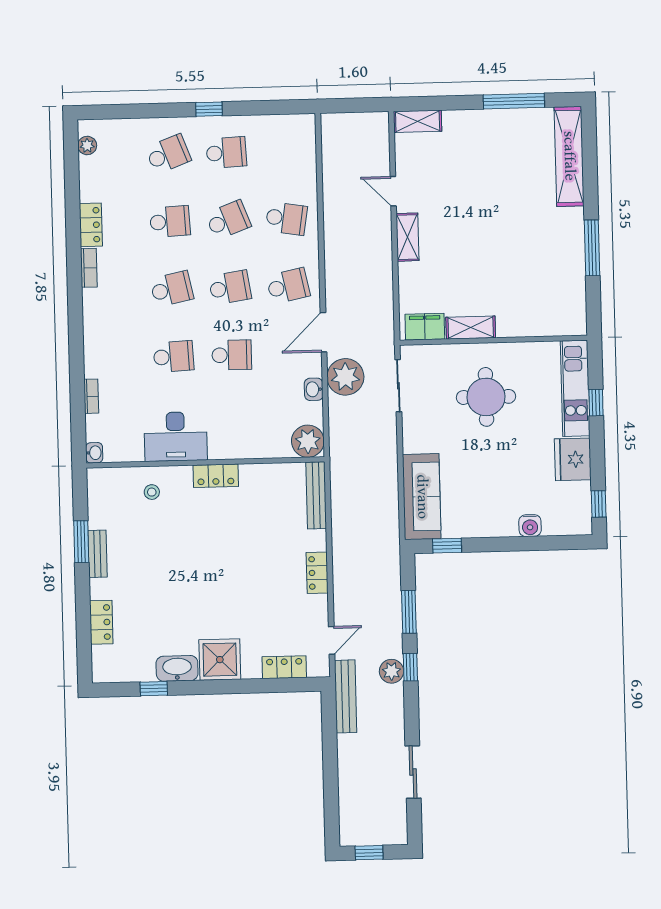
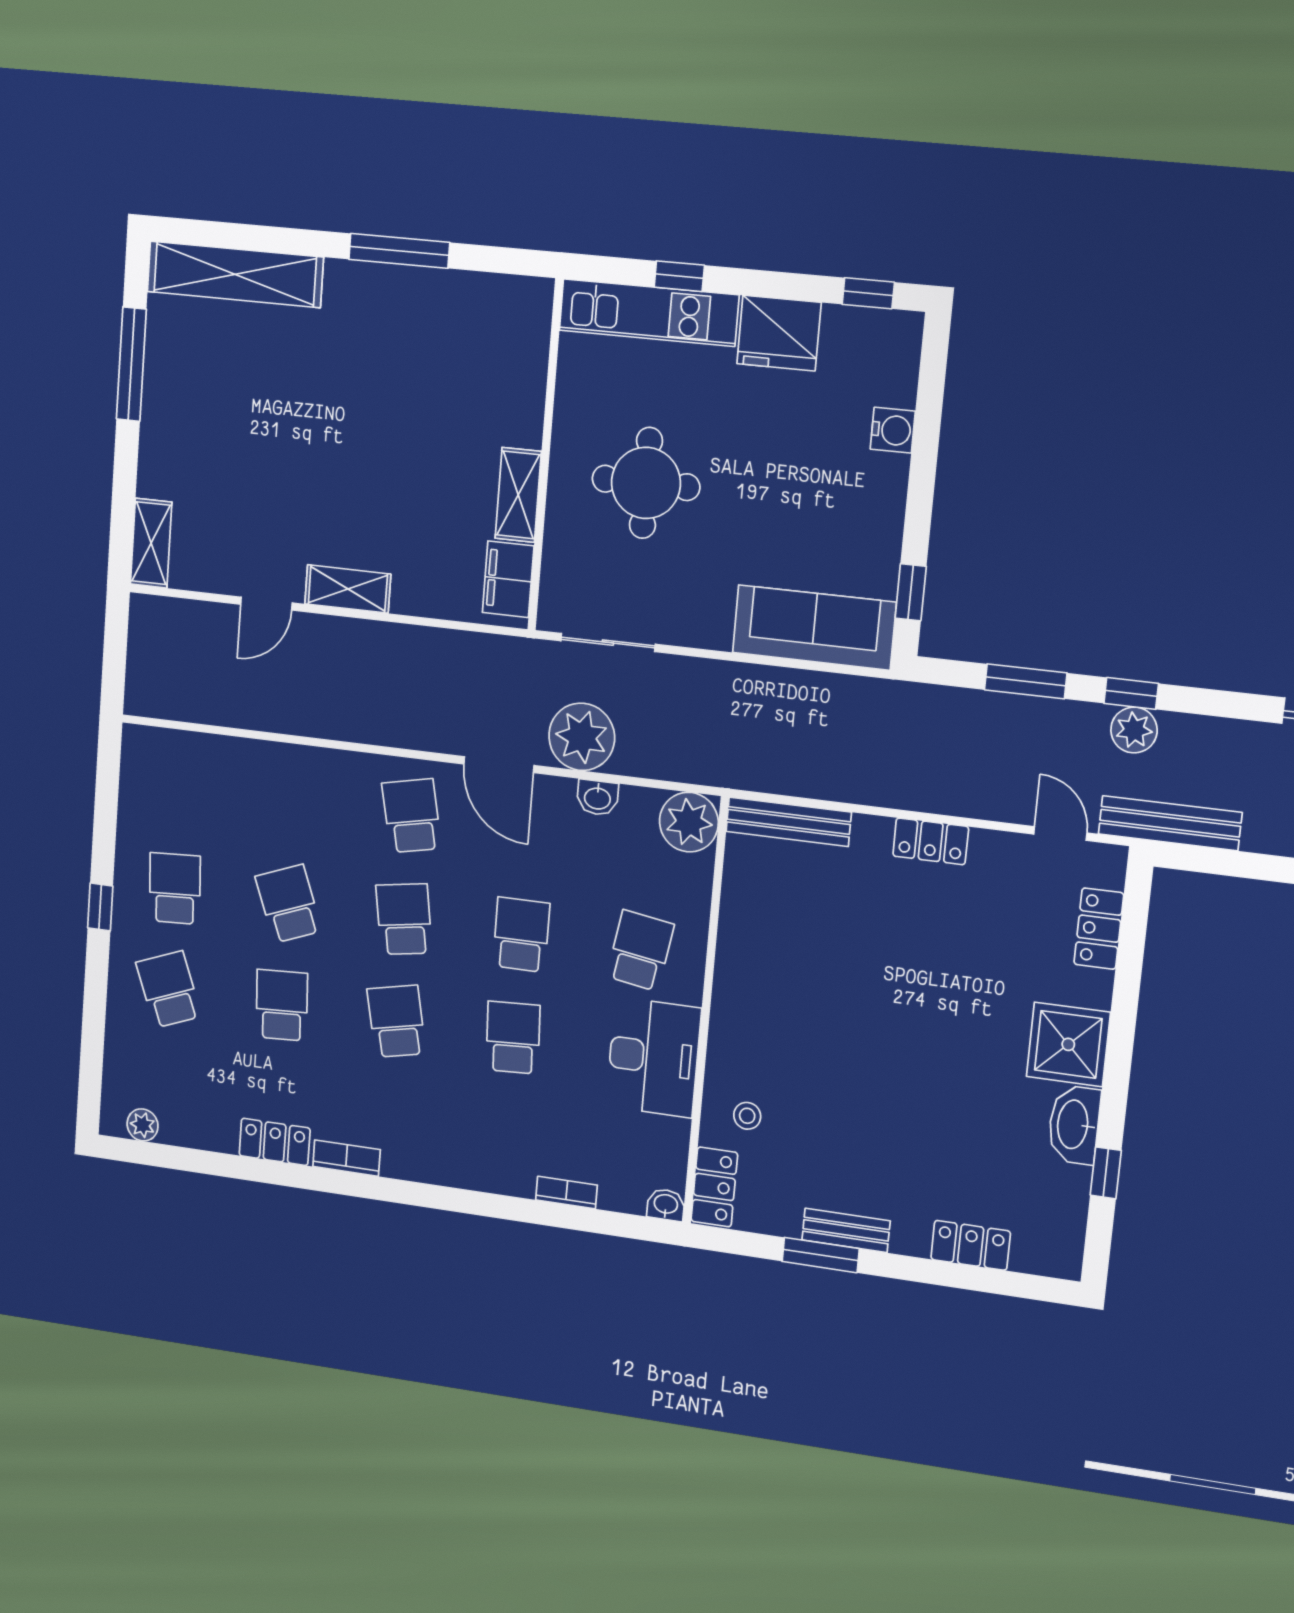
school desk: (286, 218) -> (640, 951), moved
locker: (216, 476) -> (714, 1187), moved

